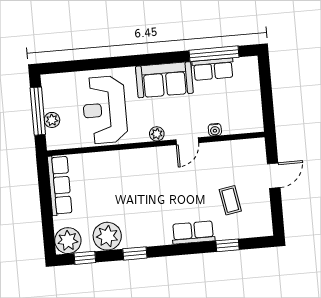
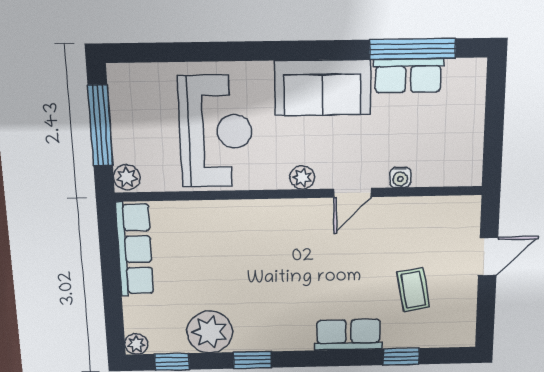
reception desk: (105, 110) -> (216, 132), turned 180
plant: (52, 120) -> (127, 177), moved
plant: (68, 241) -> (136, 344), width x0.53, depth x0.53

